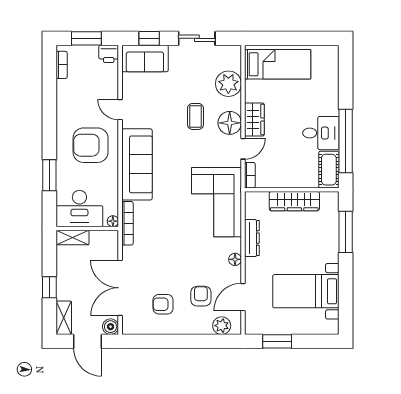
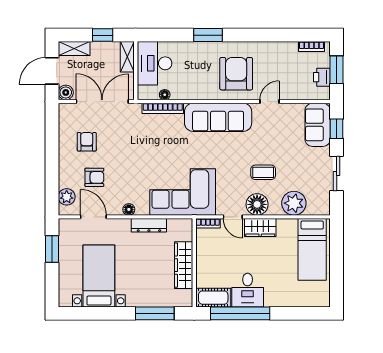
printer: (109, 54) -> (322, 77), moved
desk: (79, 209) -> (155, 63), moved
wall: (87, 228) -> (136, 71), moved
shelving: (73, 238) -> (127, 57), moved

